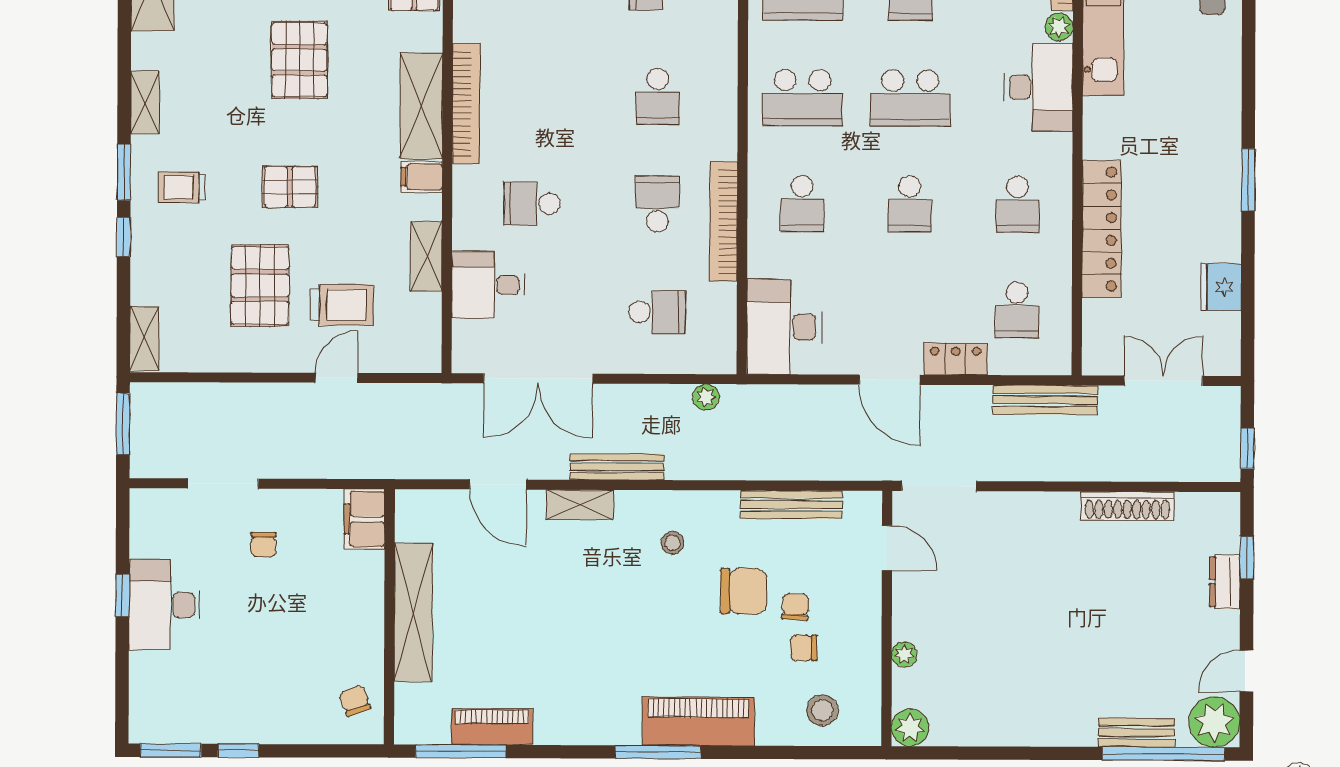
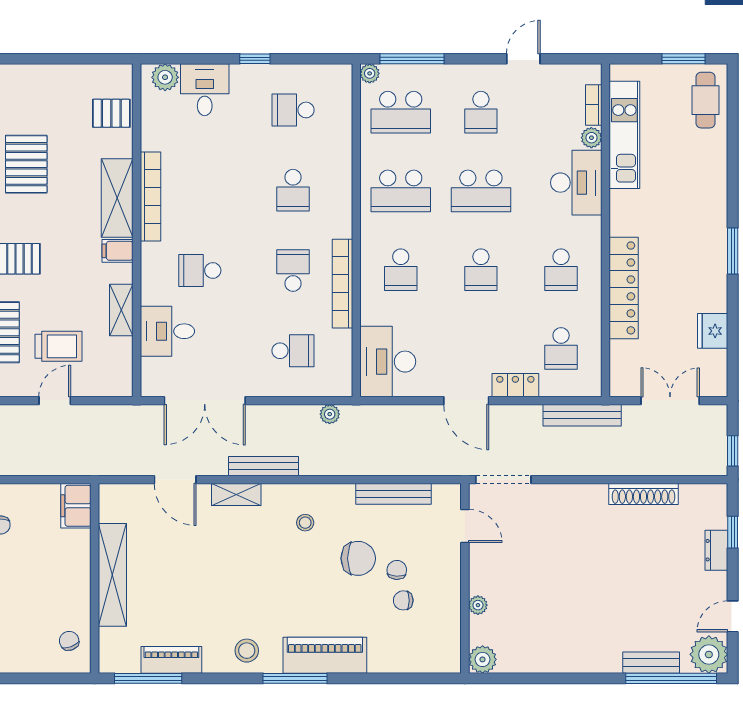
stool: (822, 710) -> (247, 651), moved

